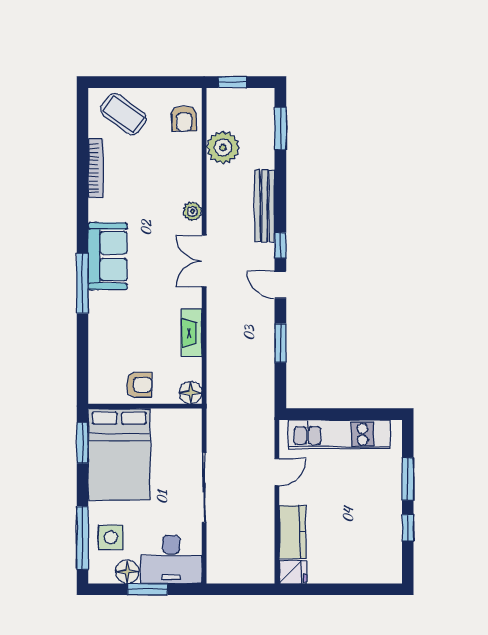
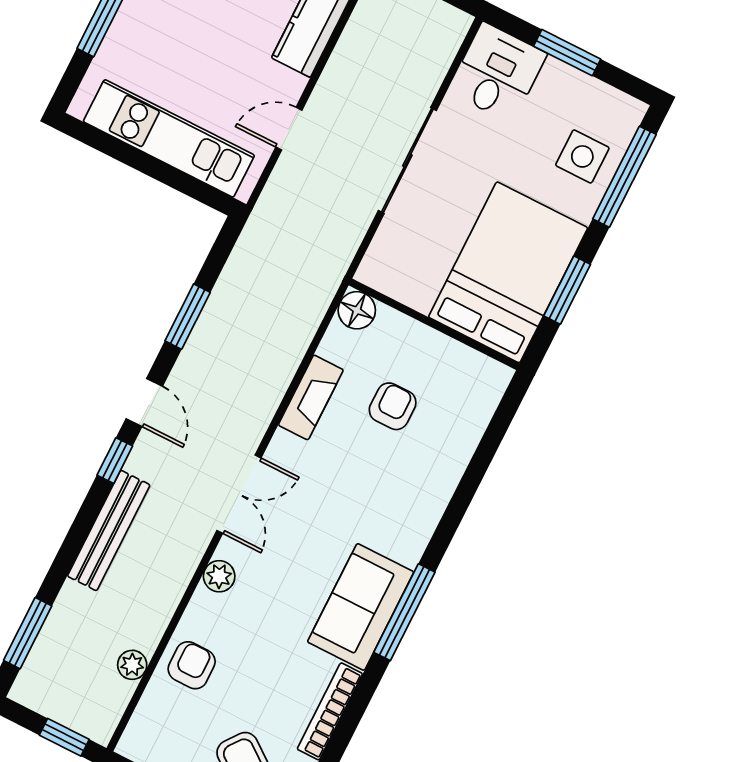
armchair: (184, 119) -> (192, 665), moved
plant: (223, 147) -> (132, 665), width x0.53, depth x0.53
sofa: (108, 256) -> (361, 607), moved
window: (83, 283) -> (404, 612), moved
armchair: (139, 385) -> (393, 406), moved, turned 90
window: (83, 443) -> (567, 290), moved
desk: (171, 559) -> (497, 72), width x0.73
floor lamp: (127, 572) -> (584, 93), removed

